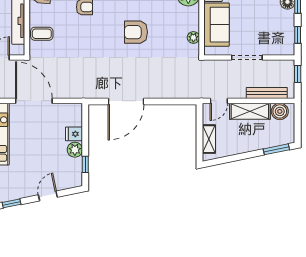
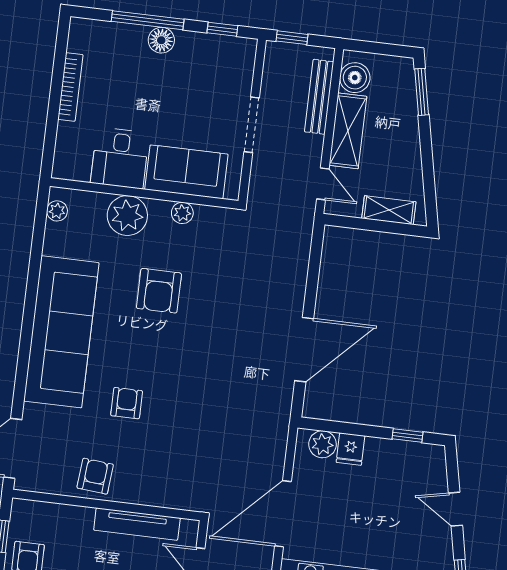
armchair: (136, 32) -> (159, 291), moved
coffee table: (42, 34) -> (165, 485), removed
plant: (193, 37) -> (182, 213), moved
door: (126, 102) -> (304, 350), hinge flipped
plant: (75, 150) -> (322, 444), moved

